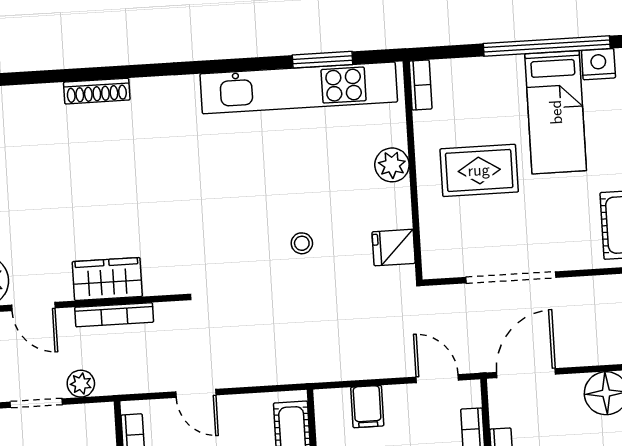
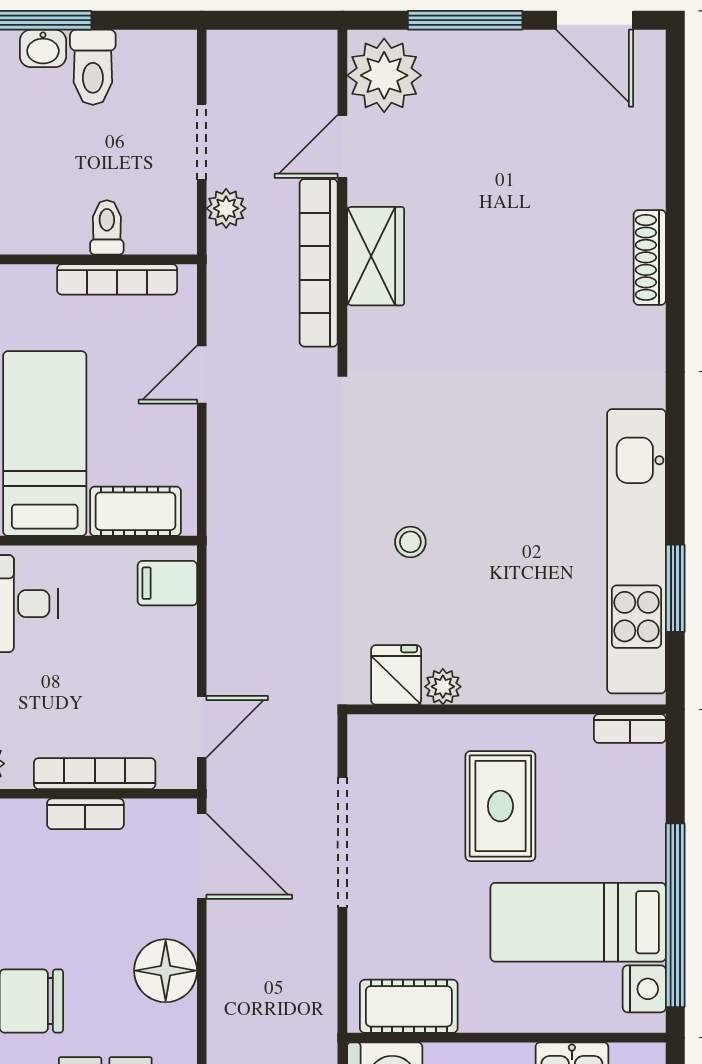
plant: (392, 165) -> (443, 687), moved, width x0.73, depth x0.73
bookcase: (114, 315) -> (319, 263), width x1.48, depth x1.31
filing cabinet: (367, 407) -> (167, 583), moved

